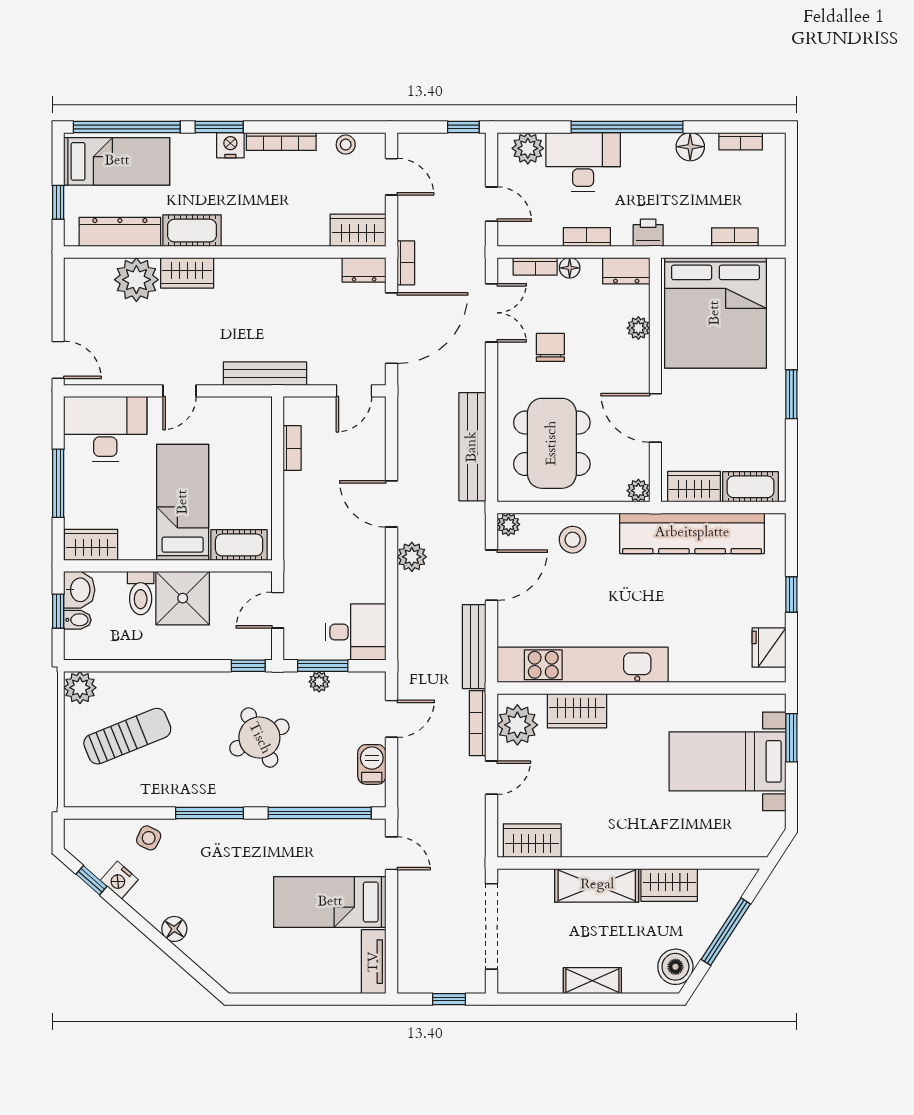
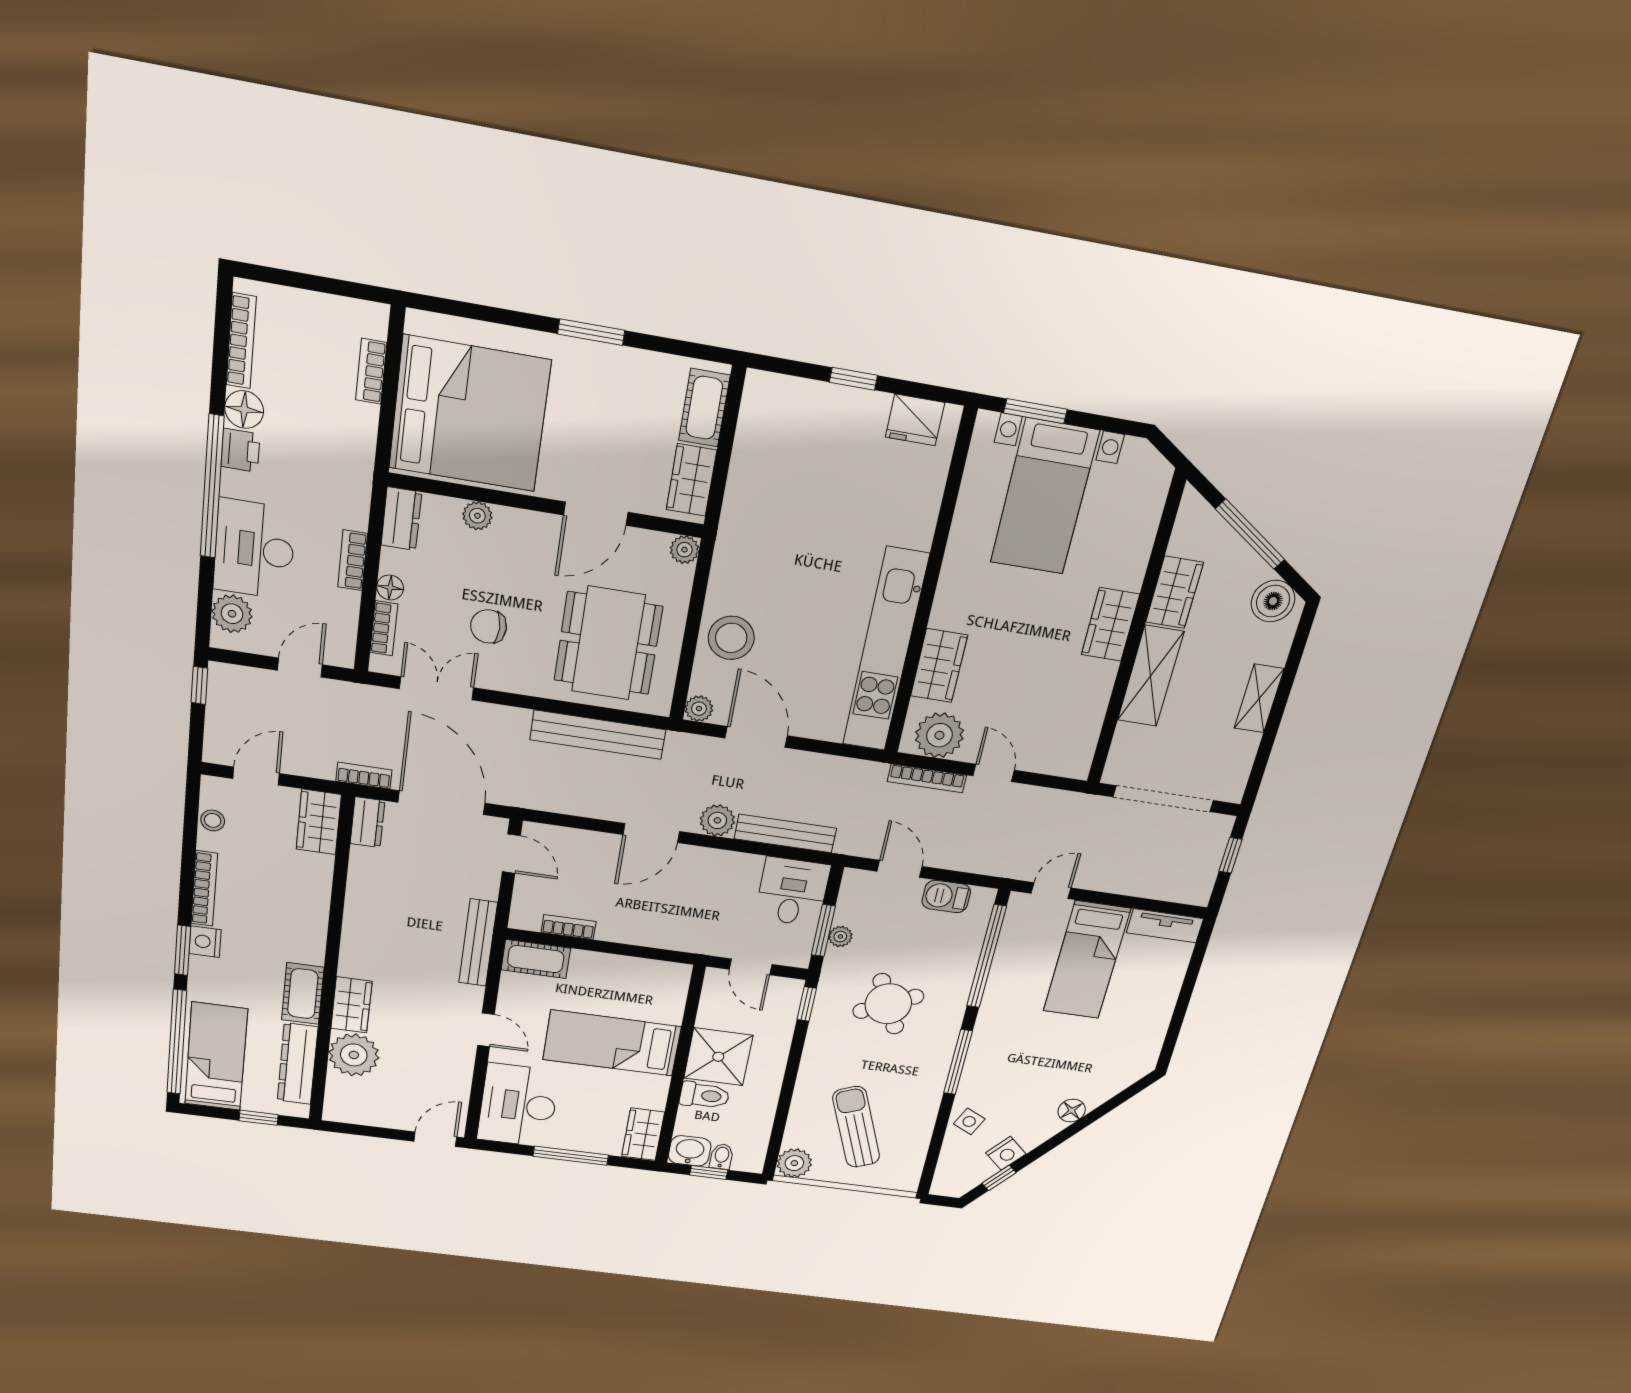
bookcase: (741, 141) -> (241, 341), width x1.56
printer: (648, 233) -> (240, 450), moved, turned 180
dining table: (552, 443) -> (608, 643), turned 90
kitchen counter: (692, 533) -> (750, 492), removed
stool: (573, 540) -> (731, 638), width x1.38, depth x1.38
cot: (239, 545) -> (536, 959), moved, turned 90
bench: (474, 647) -> (785, 834), moved
wardrobe: (532, 841) -> (1110, 624), moved

